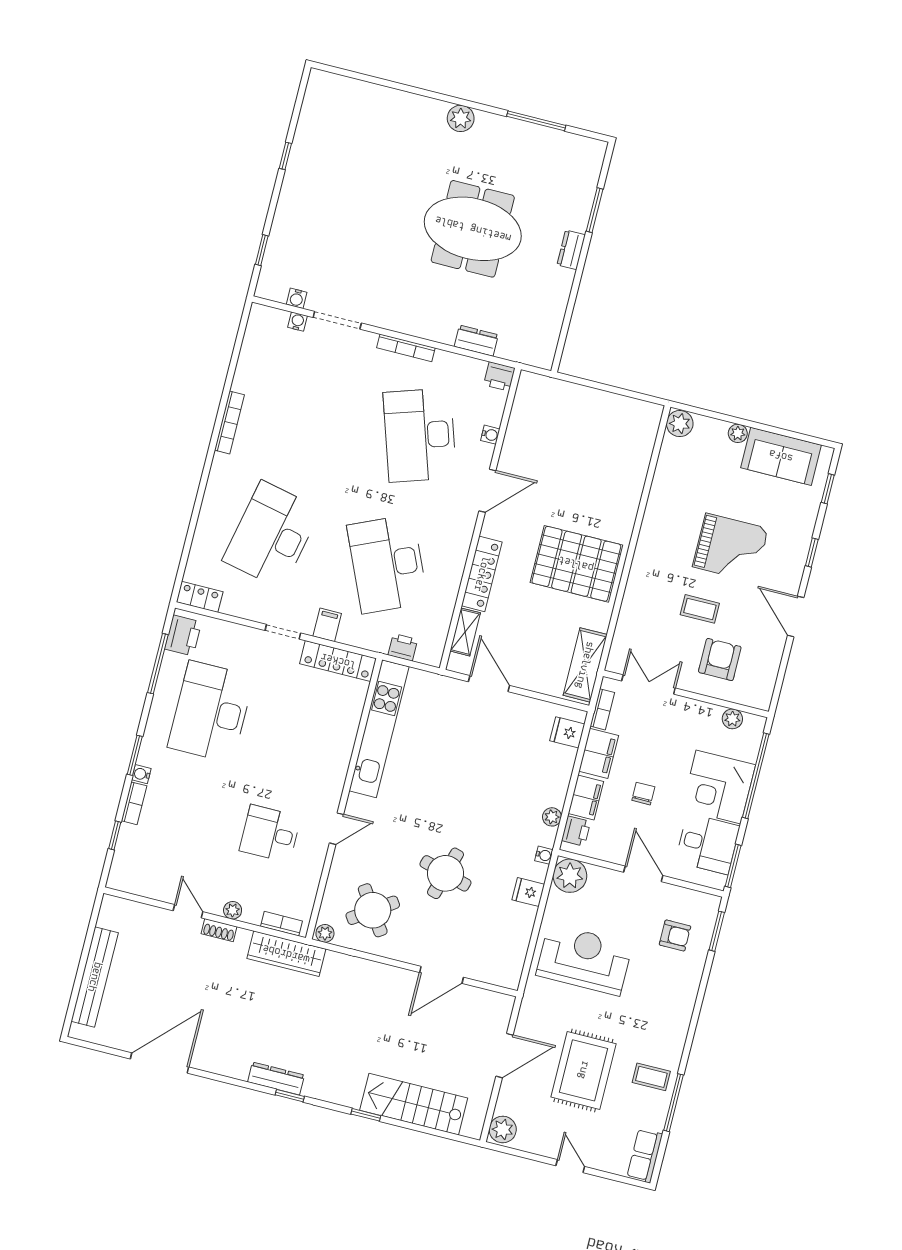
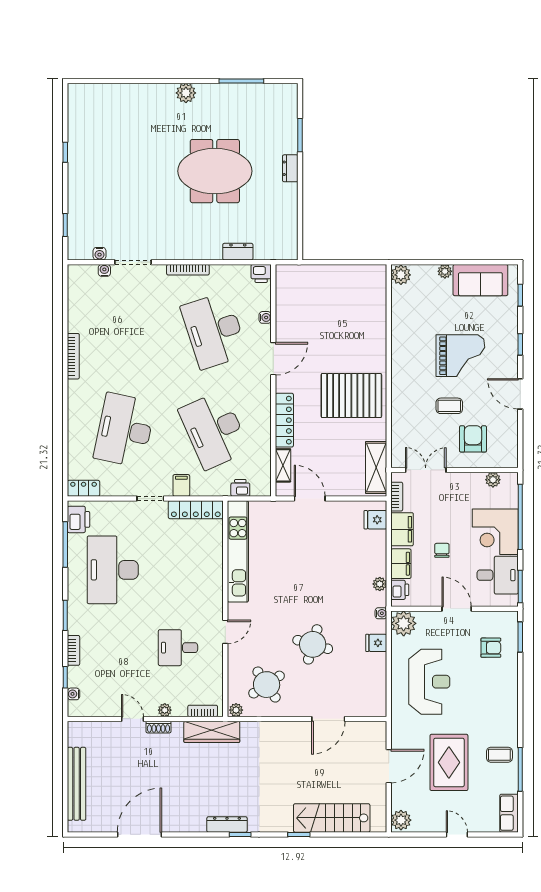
water cooler: (141, 774) -> (74, 694), moved
reception desk: (584, 960) -> (429, 682), turned 90

